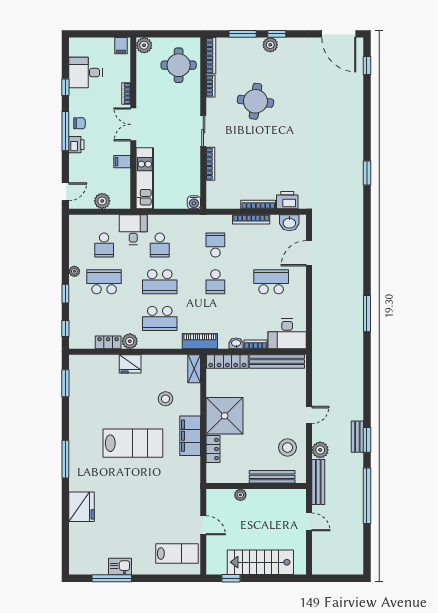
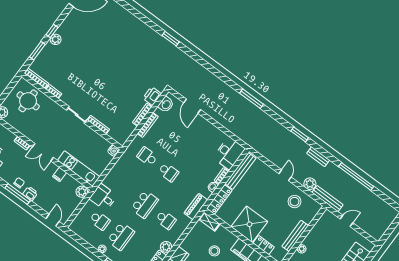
round table: (255, 101) -> (82, 72), removed
plant: (102, 201) -> (82, 192), moved
school desk: (160, 245) -> (123, 189), removed
school desk: (104, 282) -> (121, 236), turned 180
school desk: (271, 282) -> (192, 140), removed
school desk: (160, 318) -> (166, 220), width x0.54
window: (367, 440) -> (300, 134), moved
bench: (272, 477) -> (295, 236), moved

